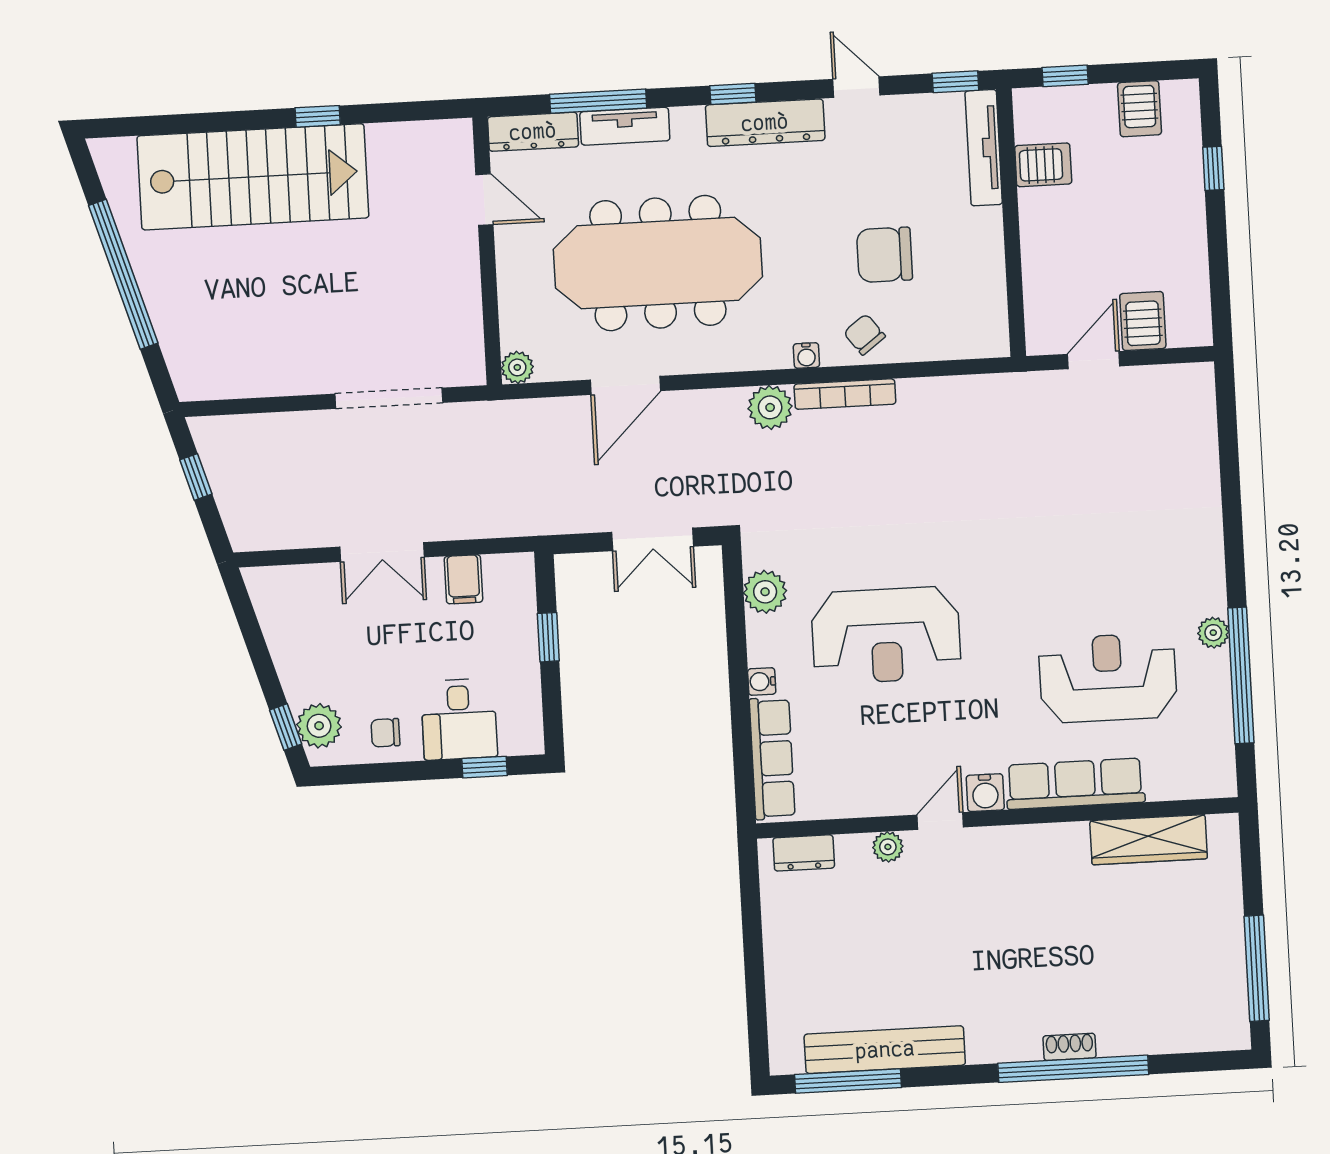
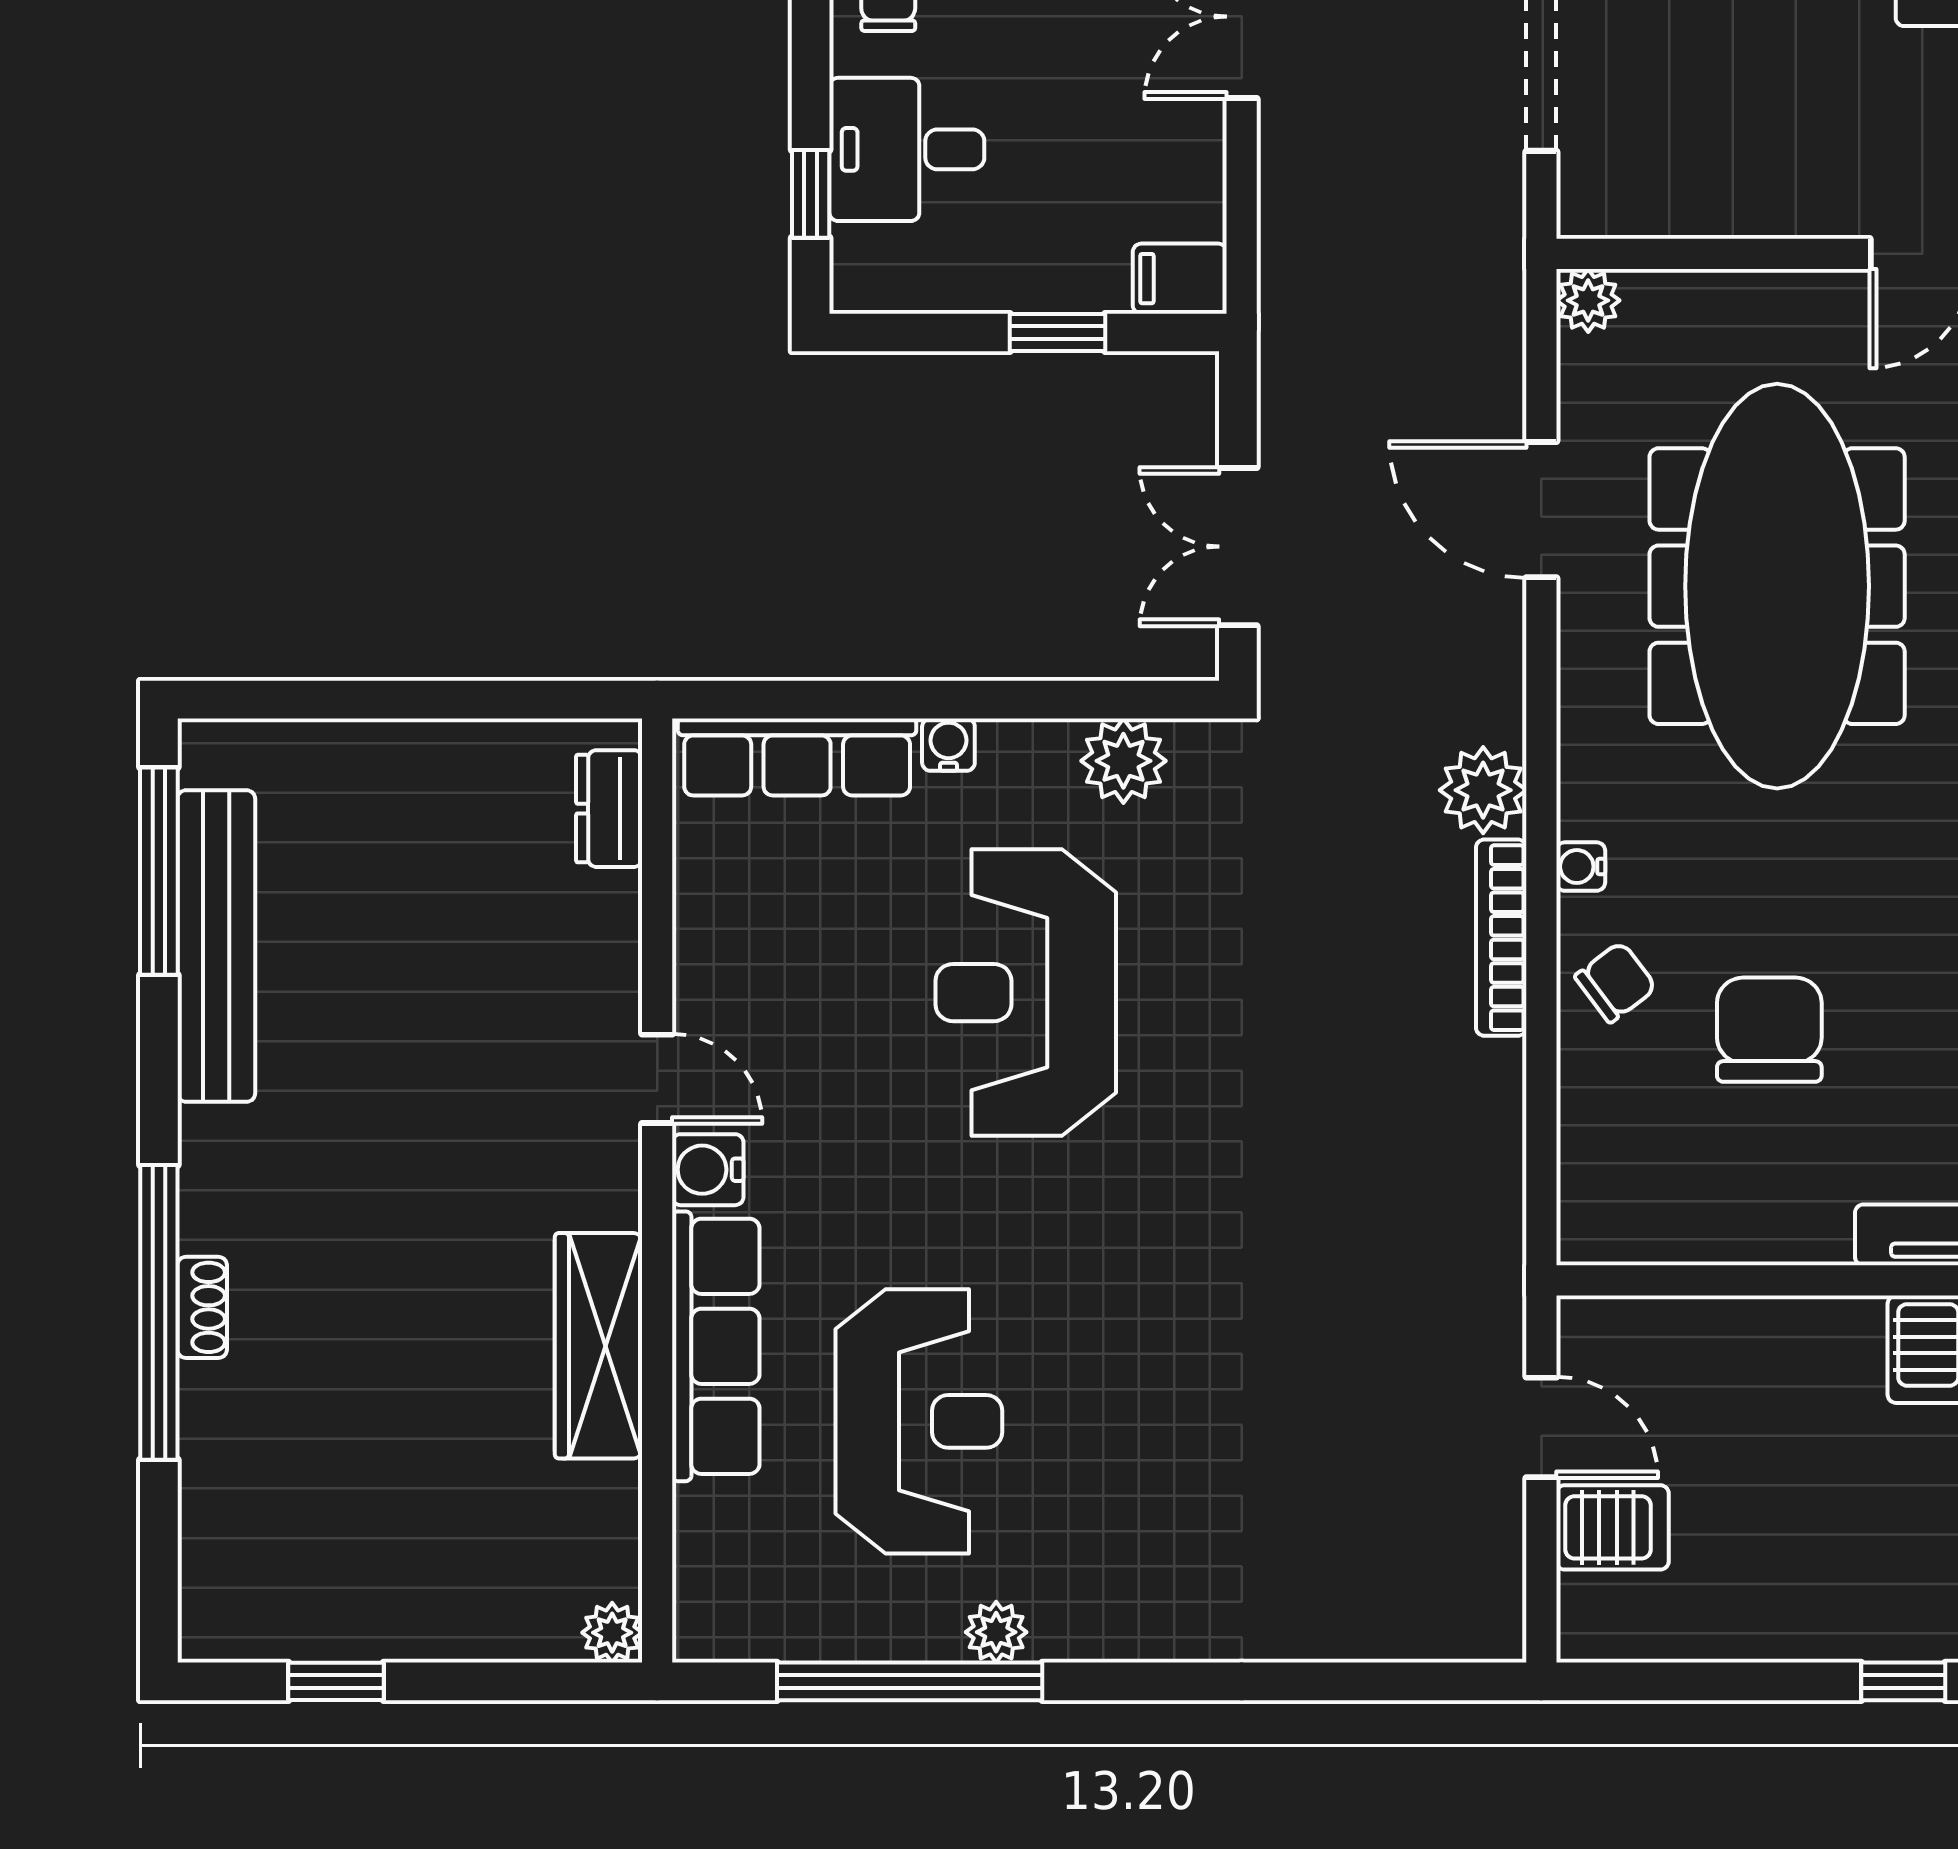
filing cabinet: (463, 579) -> (1180, 279), moved
wardrobe: (1149, 840) -> (599, 1346), moved
plant: (888, 847) -> (612, 1633), moved
window: (1257, 968) -> (336, 1681), width x0.46

